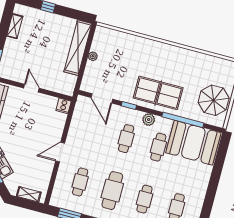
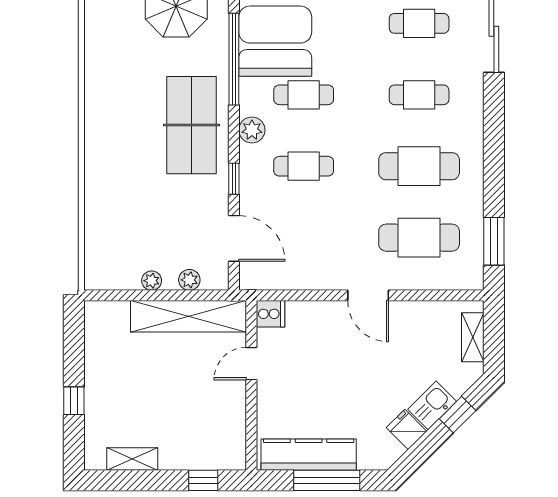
shelving: (78, 48) -> (188, 316), moved
plant: (89, 73) -> (189, 280), added
door: (31, 88) -> (251, 364), moved
door: (102, 98) -> (234, 238), hinge flipped
cafe table: (80, 182) -> (419, 238), width x1.37, depth x1.35

